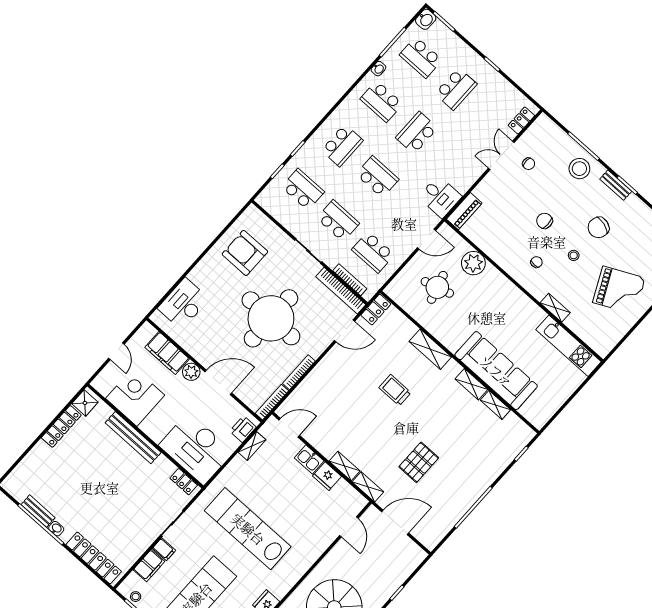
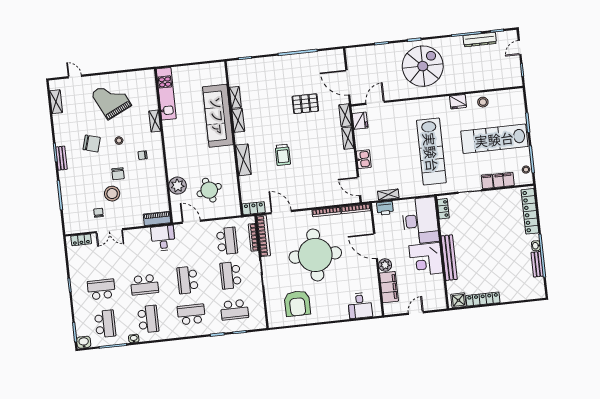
stool: (579, 169) -> (112, 194), moved
school desk: (303, 189) -> (234, 310), turned -90
desk: (183, 304) -> (360, 306), width x0.73
corner desk: (135, 397) -> (426, 259), moved
fridge: (327, 476) -> (360, 121), moved

